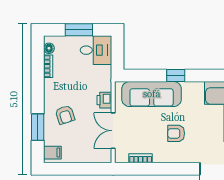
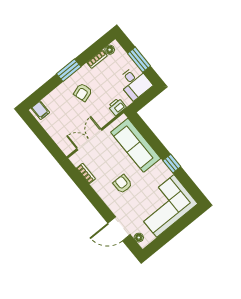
window: (176, 76) -> (172, 164), moved
printer: (104, 100) -> (117, 107), moved
armchair: (65, 115) -> (83, 92), moved
window: (38, 127) -> (69, 70), moved

